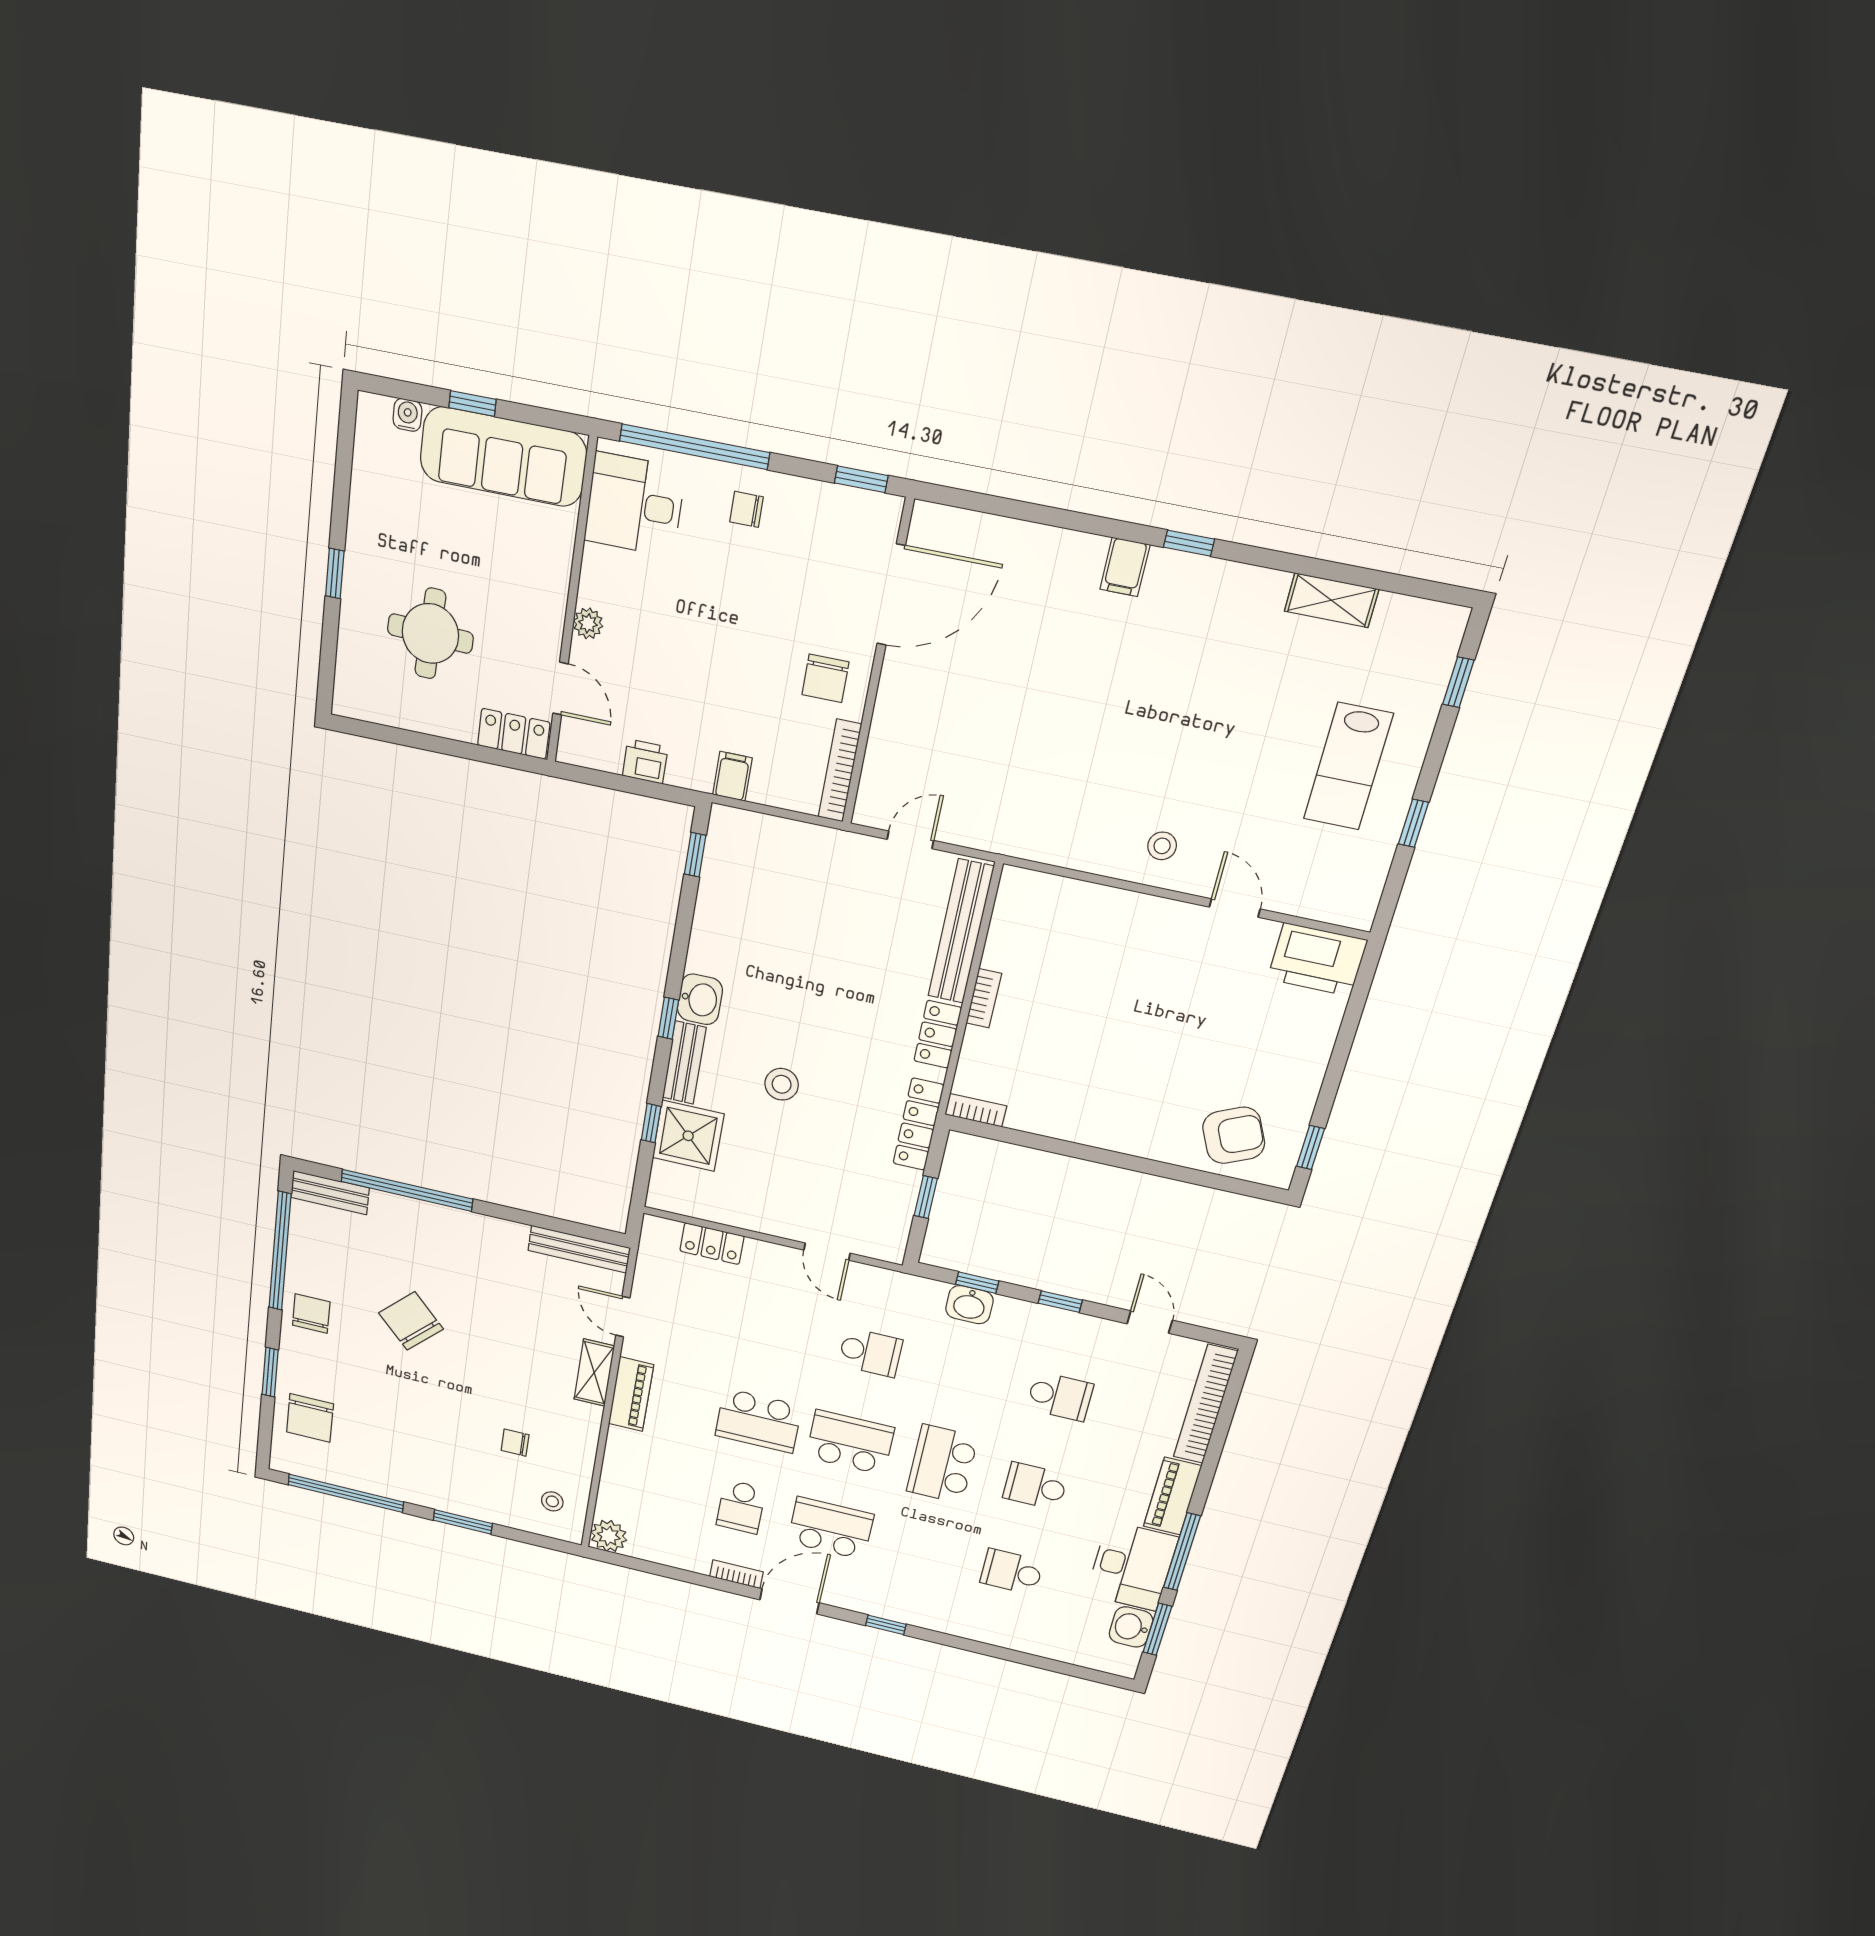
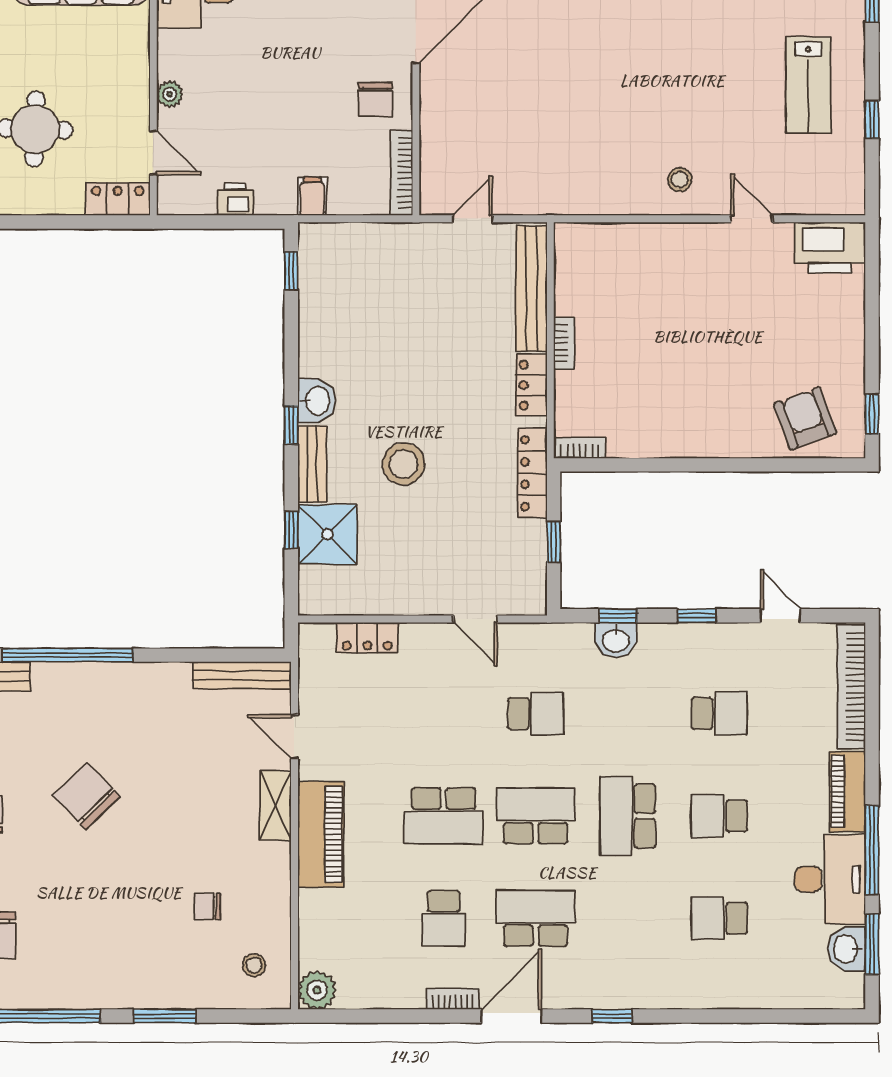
stool: (782, 1084) -> (404, 464), width x1.38, depth x1.38
armchair: (1234, 1135) -> (805, 418), turned -85
piano: (631, 1394) -> (321, 834), width x1.37, depth x1.33

